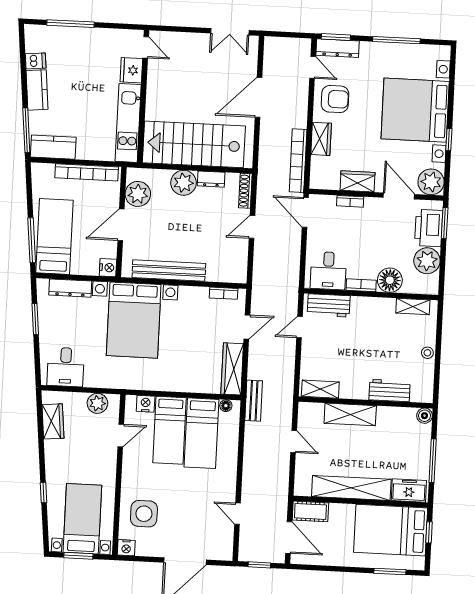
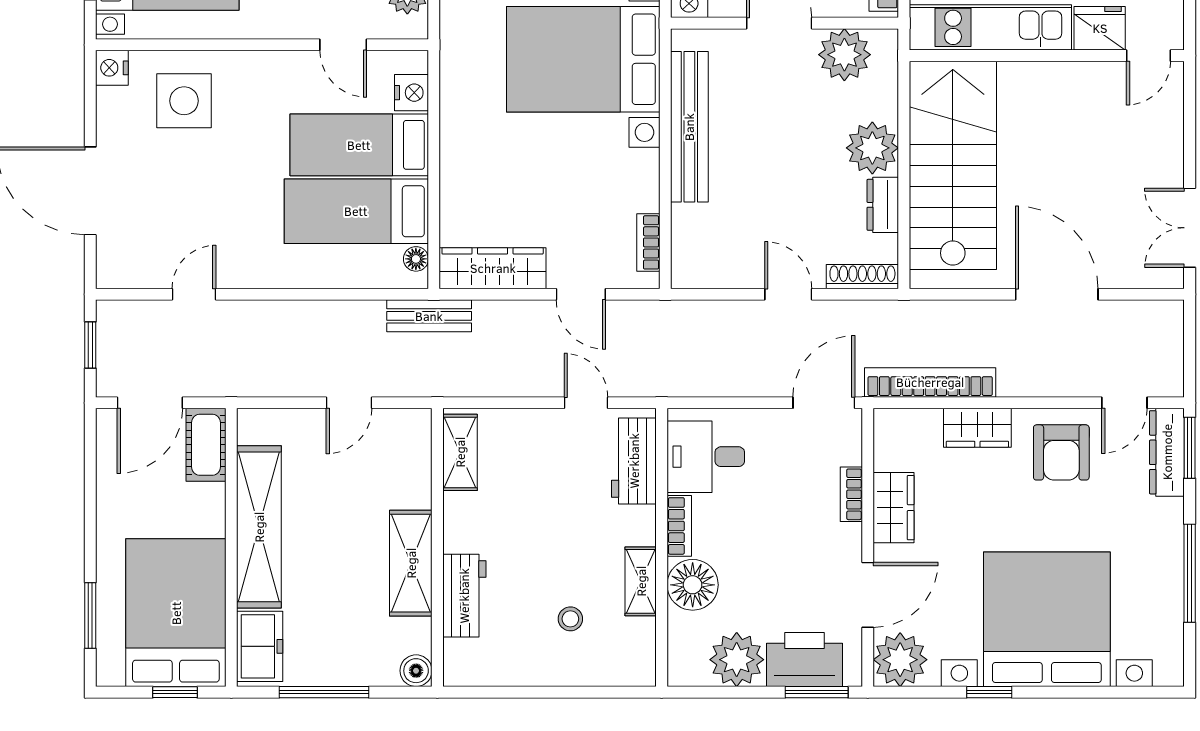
shelving: (413, 306) -> (641, 581), moved
stool: (427, 353) -> (570, 619), moved
shelving: (350, 414) -> (411, 563), moved

